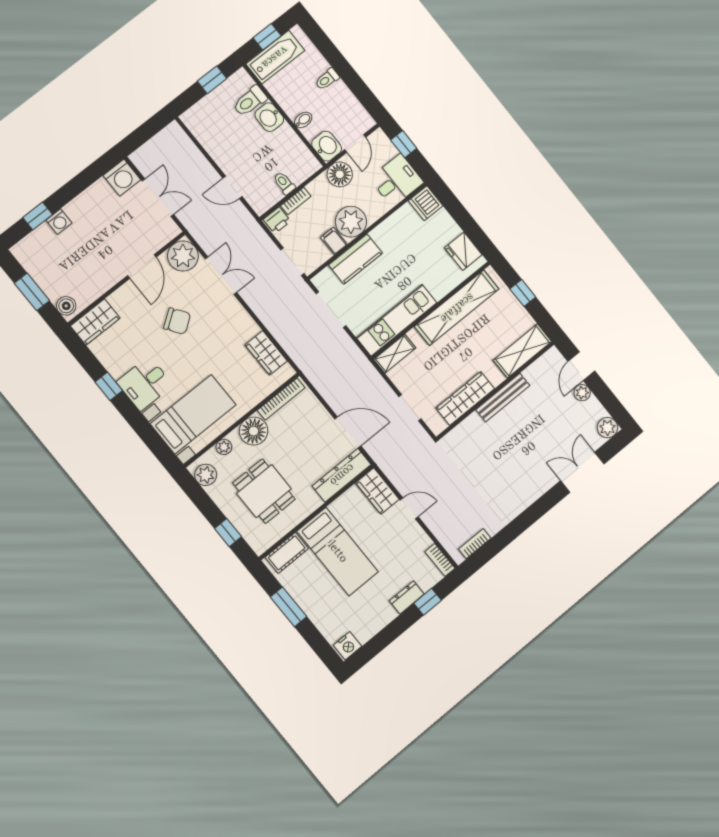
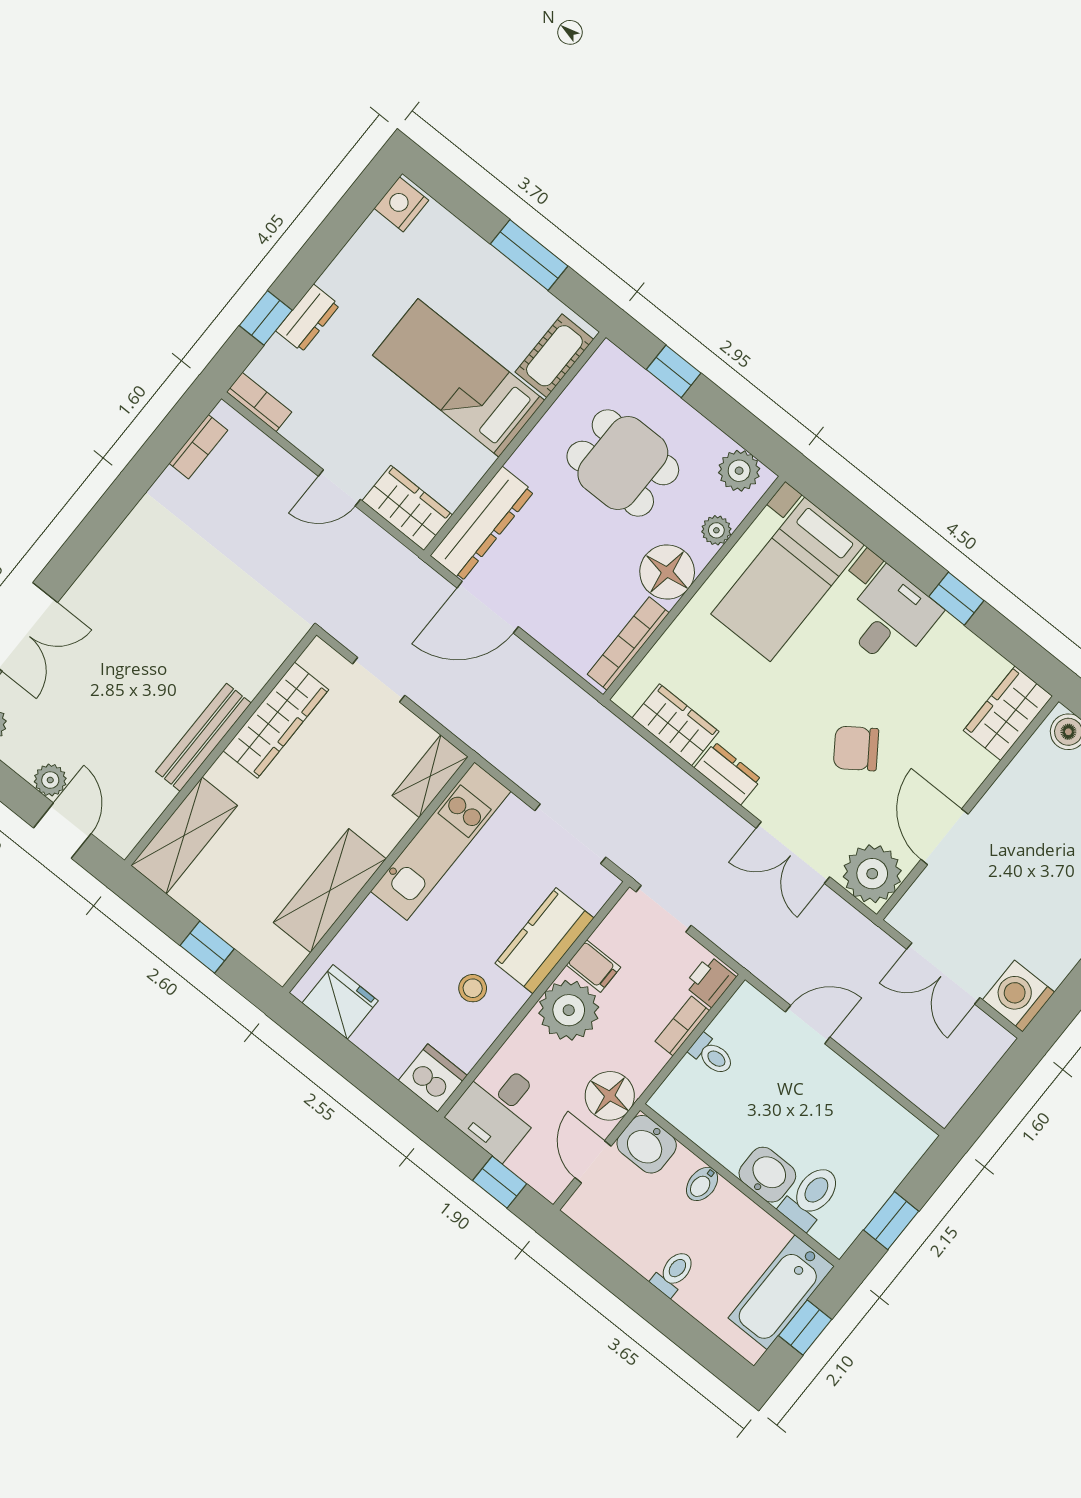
stool: (396, 243) -> (473, 988), added
shelving: (457, 308) -> (330, 891), width x0.68
dresser: (245, 323) -> (728, 774), added

